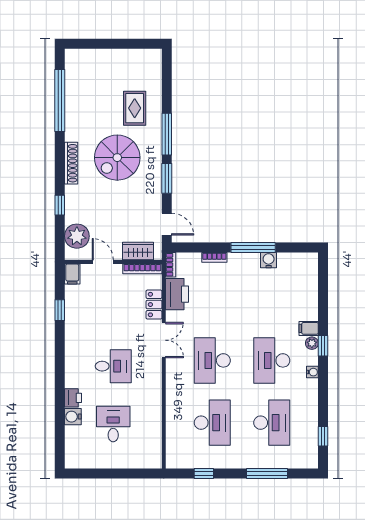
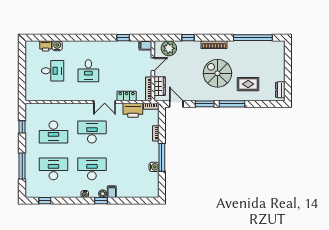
dresser: (144, 56) -> (280, 90), added
door: (167, 224) -> (176, 104), swing flipped
printer: (73, 398) -> (46, 46), moved
desk: (272, 423) -> (53, 169), turned 180

